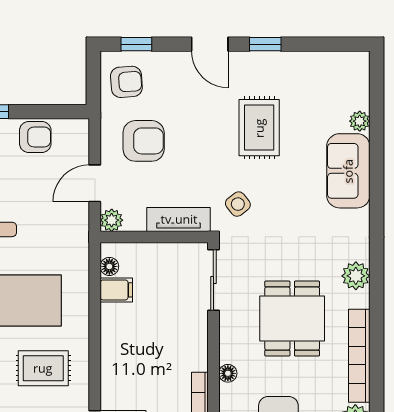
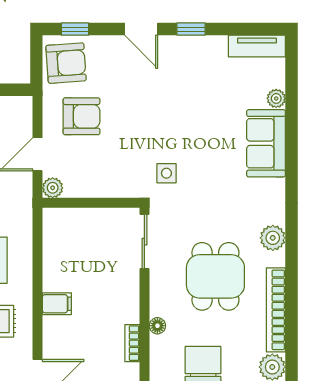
armchair: (126, 82) -> (66, 63), width x1.38, depth x1.38
rug: (259, 128) -> (186, 104), removed
side table: (238, 204) -> (166, 173), turned 38
tv unit: (179, 219) -> (257, 46), moved, turned 180
floor lamp: (109, 266) -> (51, 229), removed
filing cabinet: (116, 290) -> (57, 304), moved

